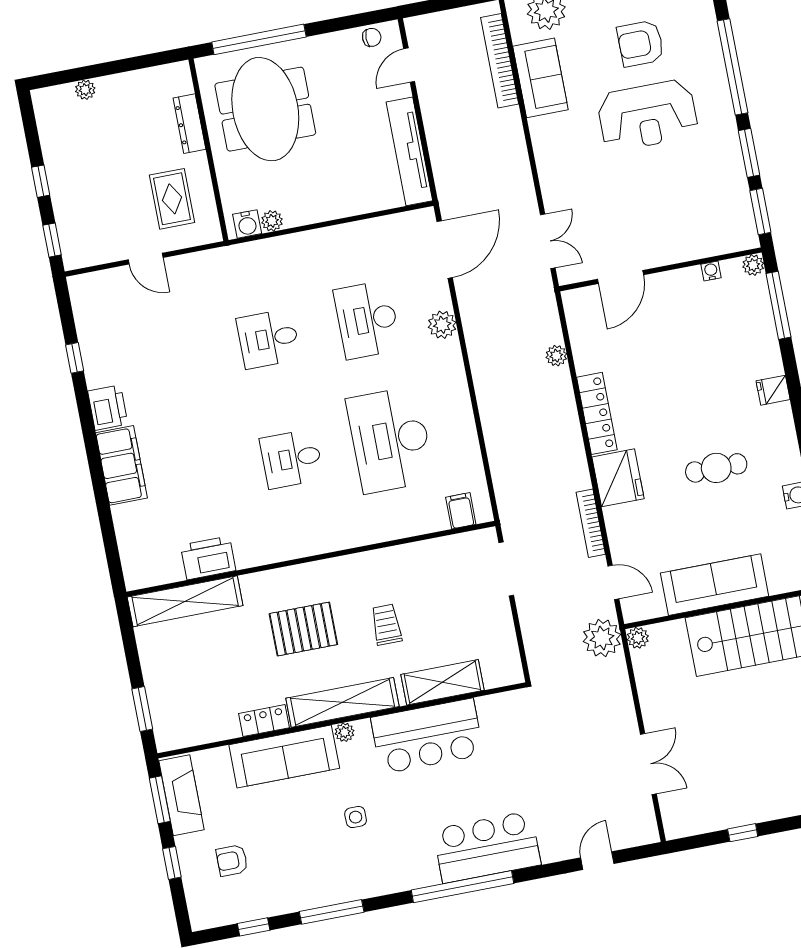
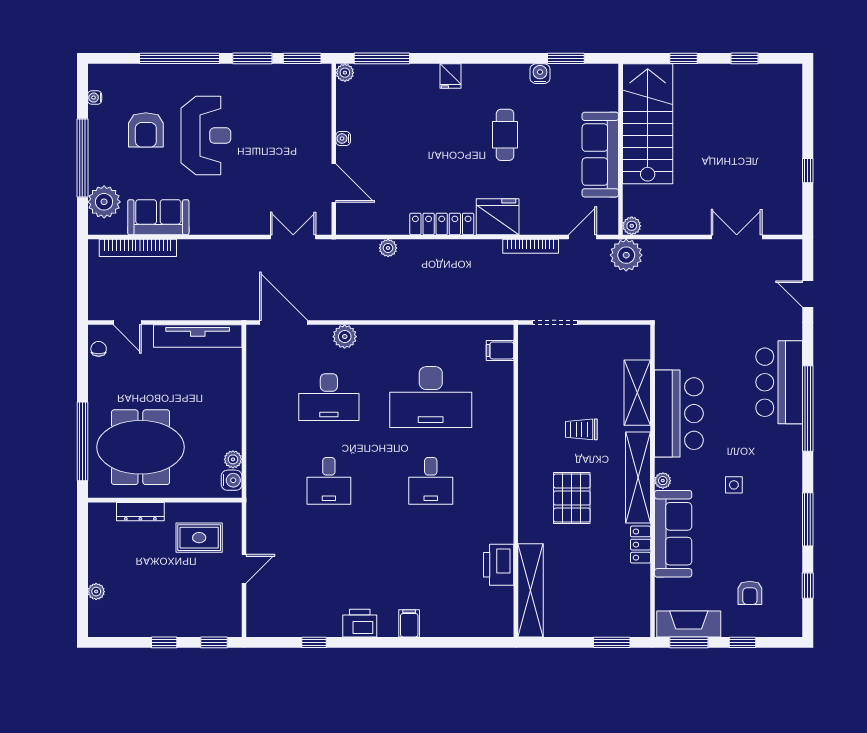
water cooler: (711, 271) -> (343, 138), moved
filing cabinet: (121, 465) -> (409, 623), width x0.33, depth x0.86

